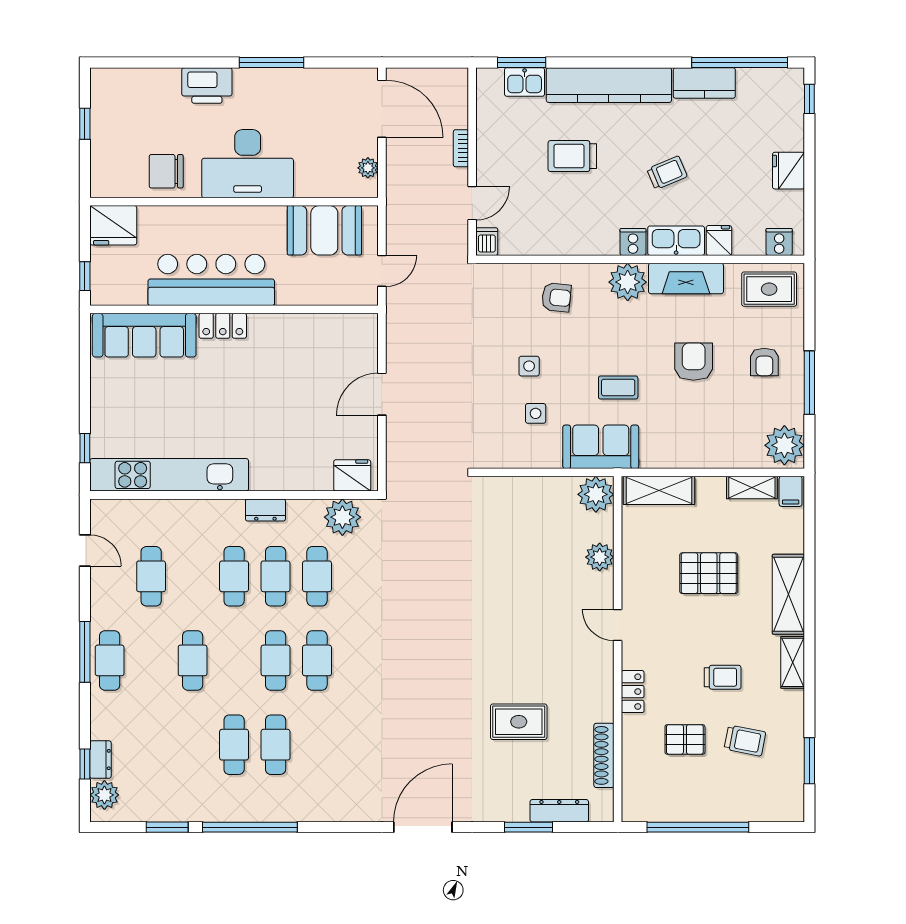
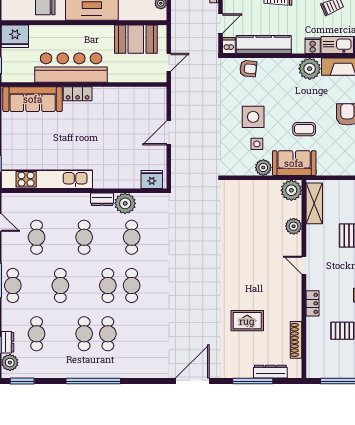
kitchen counter: (548, 240) -> (264, 44), added
armchair: (556, 297) -> (248, 69), moved
side table: (529, 366) -> (253, 117), width x1.87, depth x1.87
plant: (547, 455) -> (263, 168), added
shelving: (659, 490) -> (314, 203), moved, turned 90
plant: (342, 517) -> (125, 203), moved
cafe table: (276, 576) -> (37, 334), moved
window: (167, 827) -> (22, 381), moved
window: (528, 827) -> (253, 381), width x1.44

